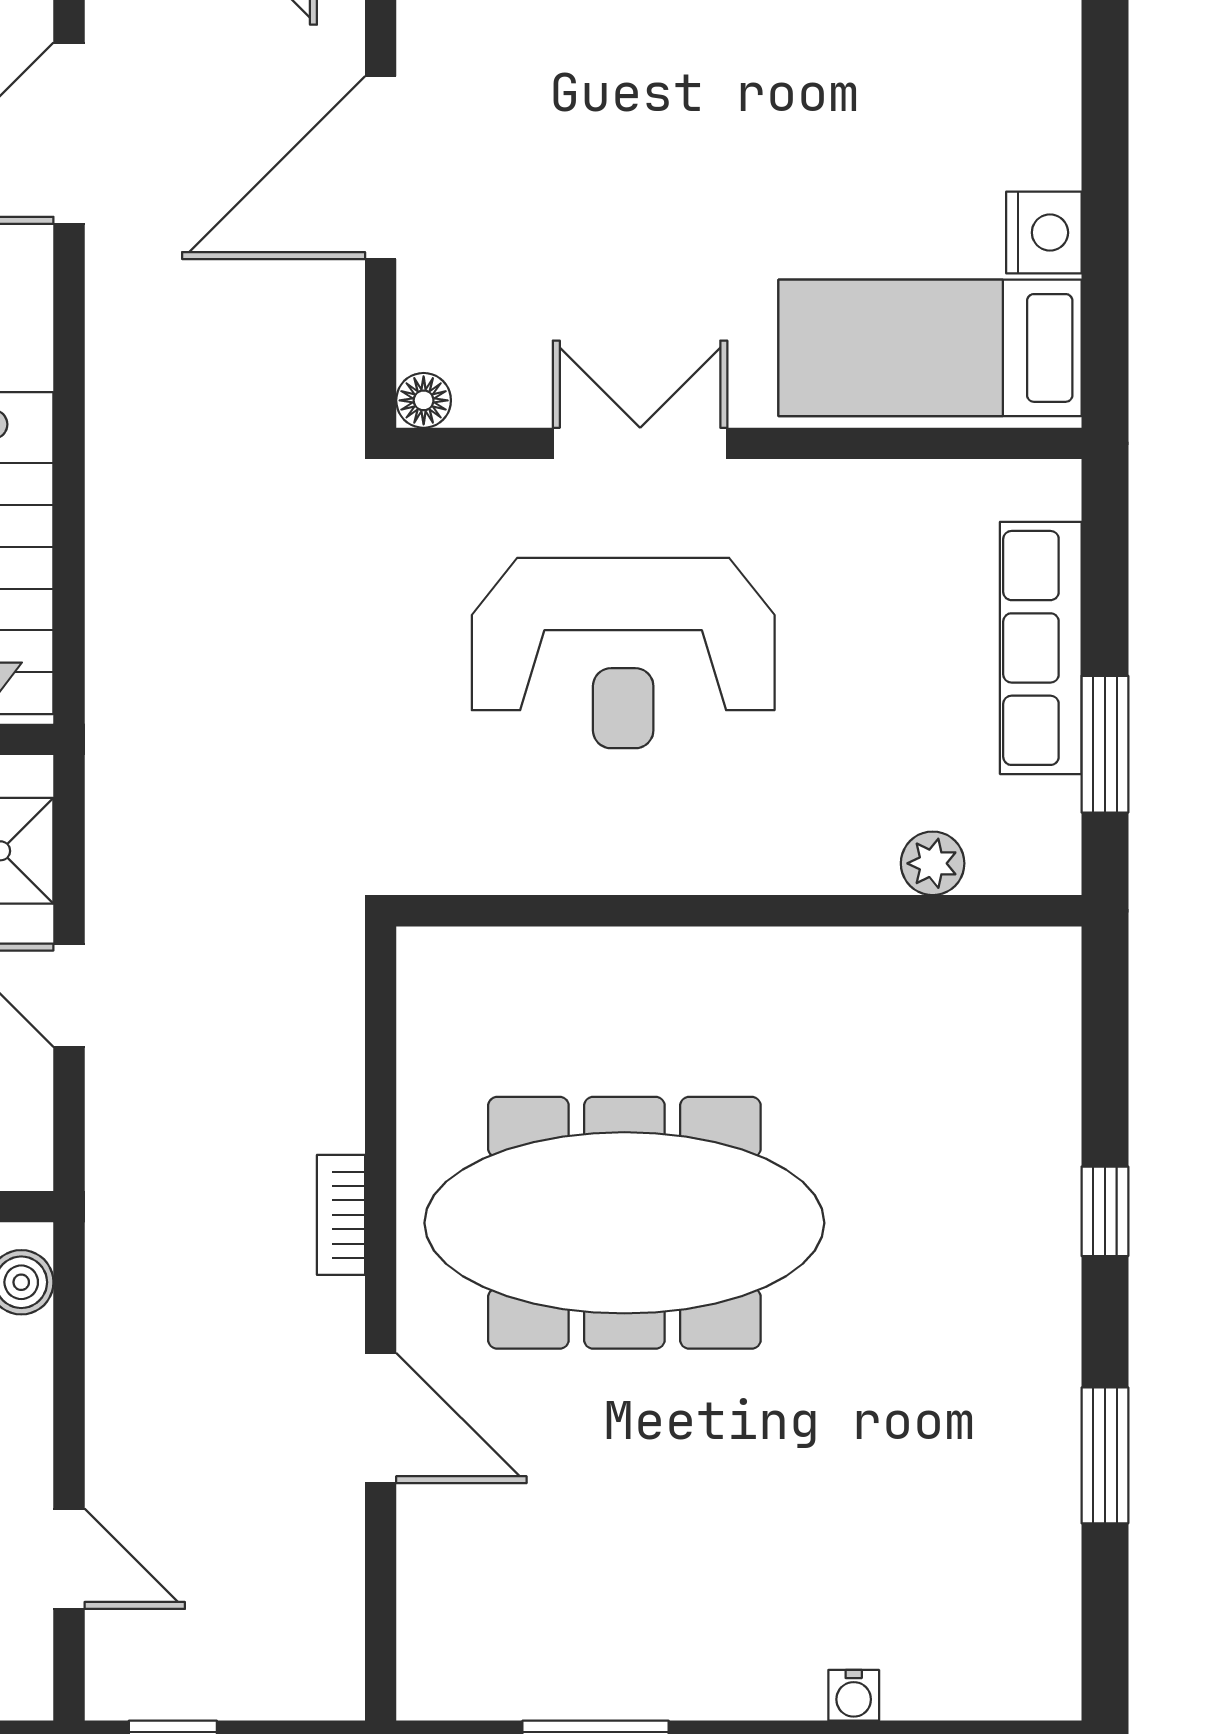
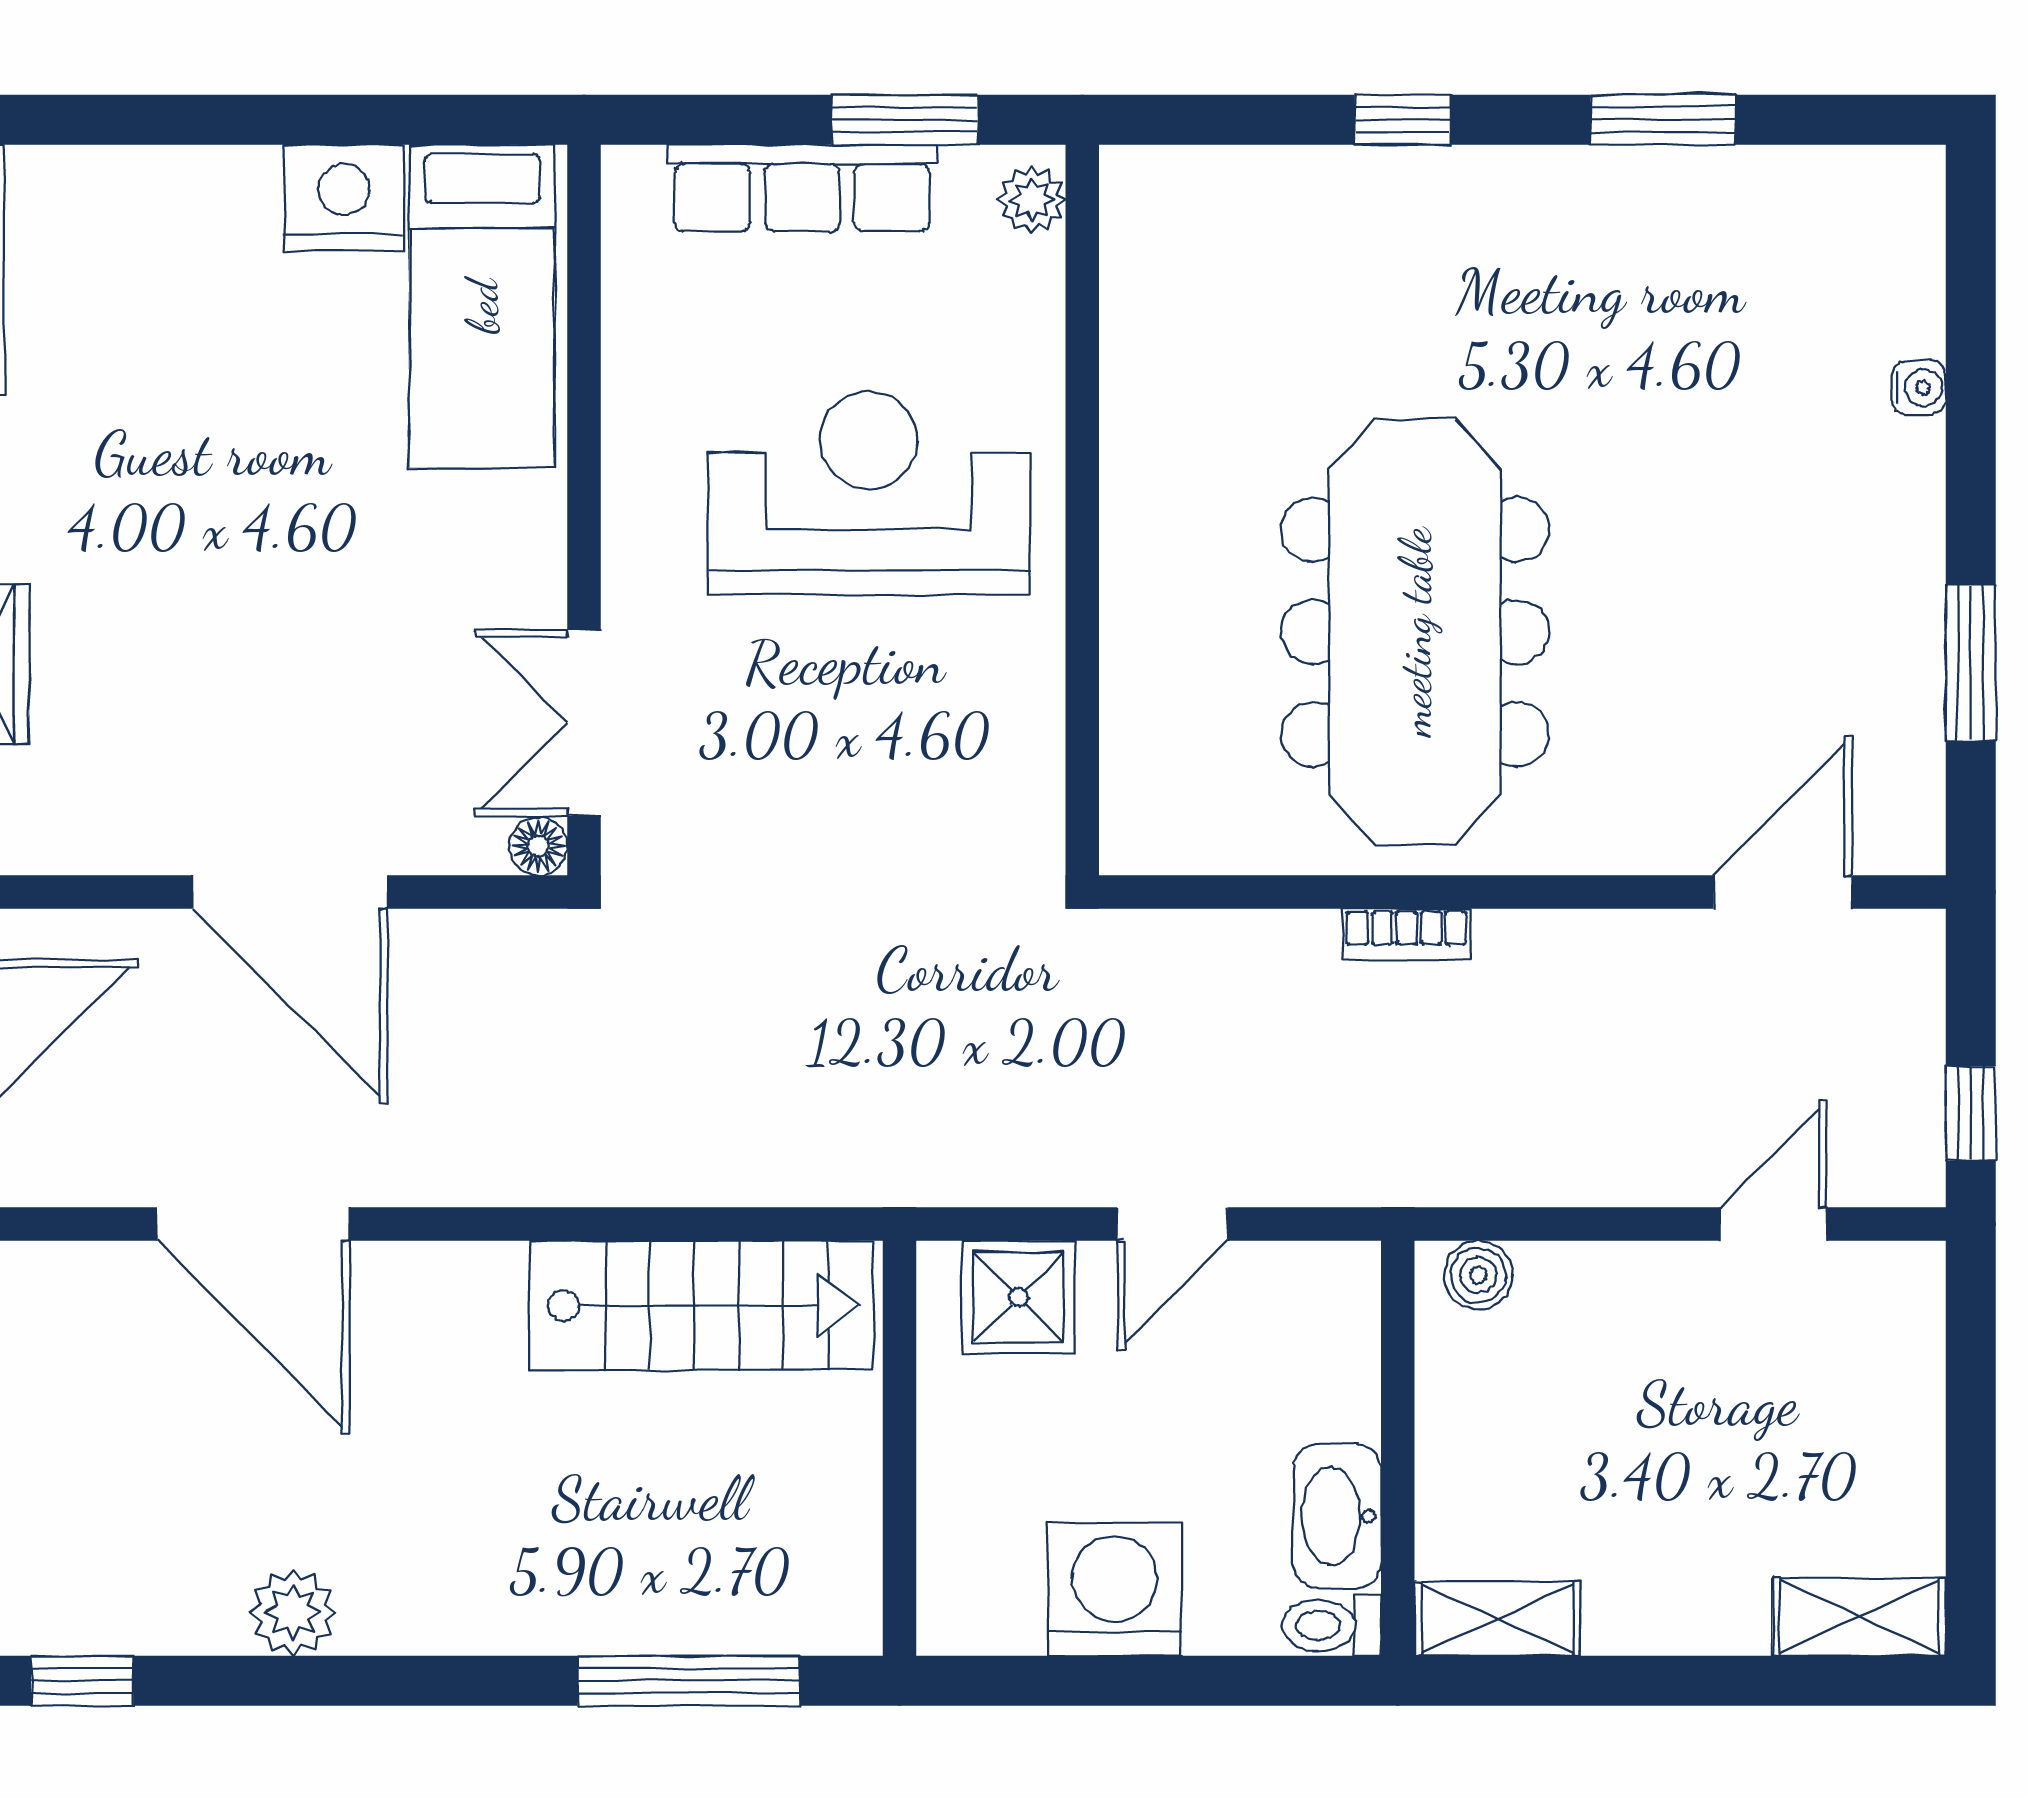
nightstand: (1044, 233) -> (344, 198), width x1.36, depth x1.33
double door: (640, 443) -> (584, 723), moved
reception desk: (623, 653) -> (869, 493), moved, turned -90
plant: (933, 863) -> (1032, 200), moved
door: (381, 1418) -> (1783, 892), moved

